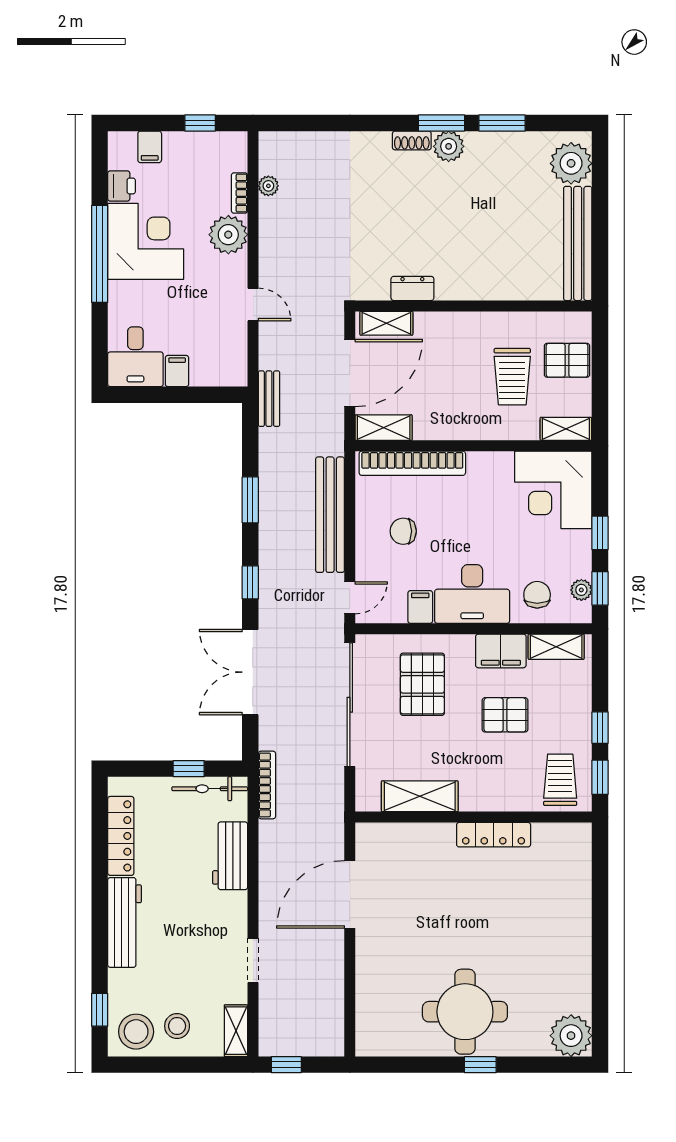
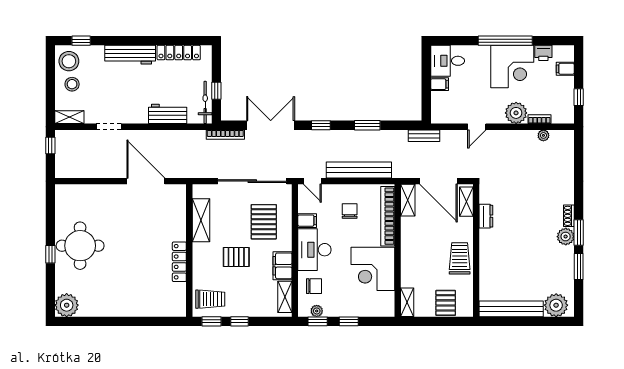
trolley: (512, 377) -> (460, 258), moved, turned 90
corner desk: (553, 490) -> (373, 269), moved, turned -90
pallet: (422, 684) -> (264, 222), turned 90
pallet: (505, 715) -> (236, 257), moved, turned 90
bookcase: (267, 785) -> (225, 135), moved

